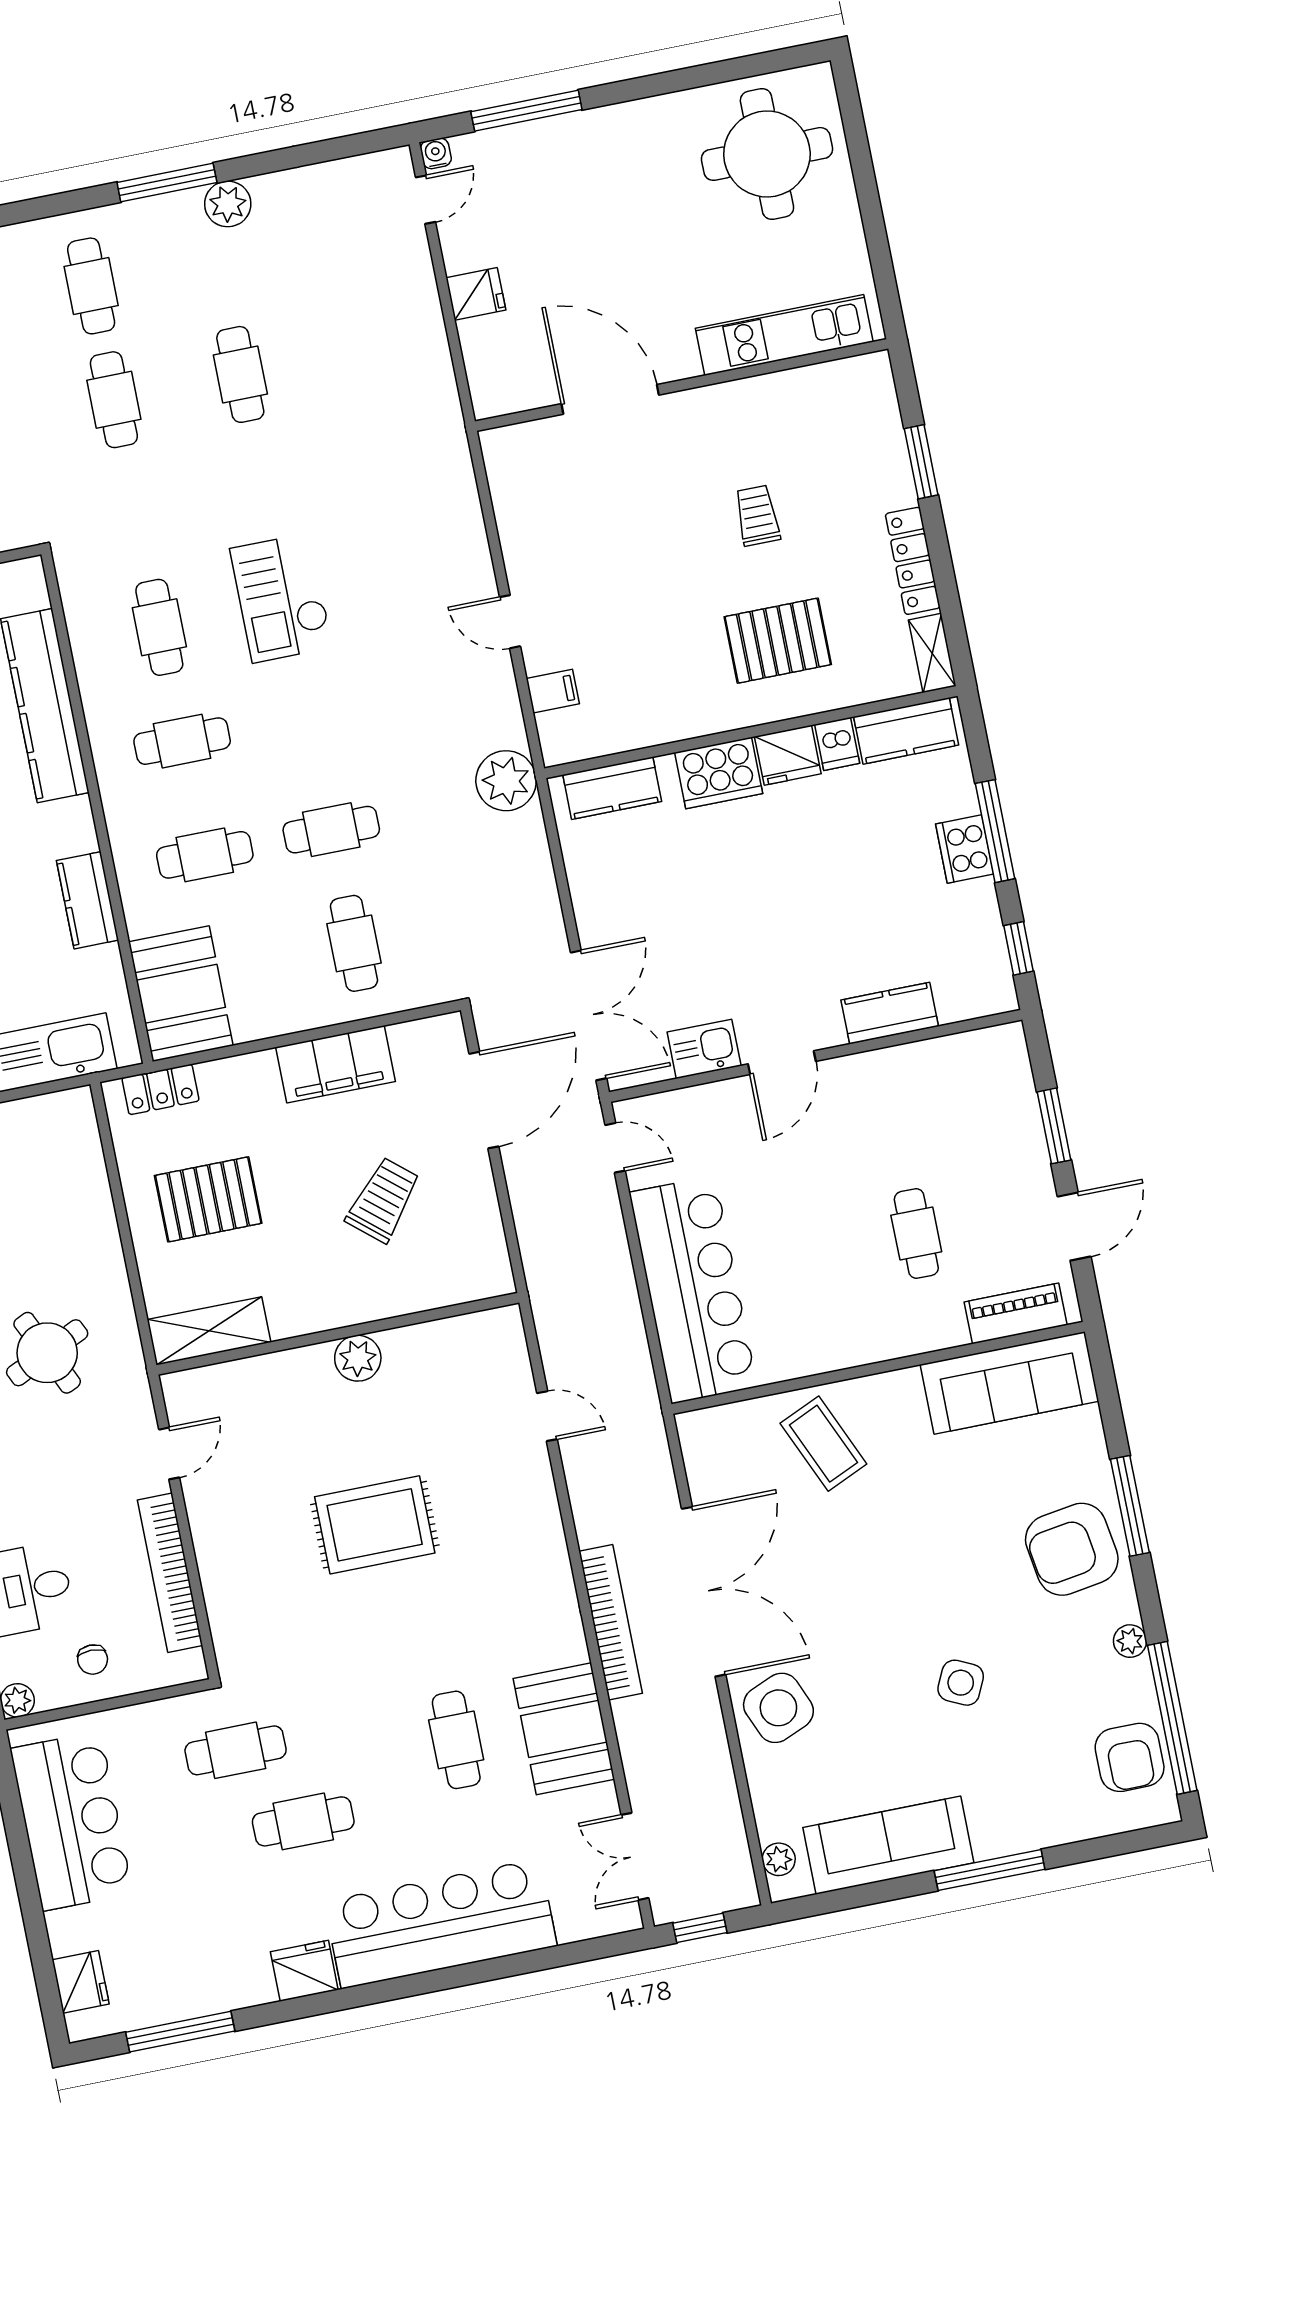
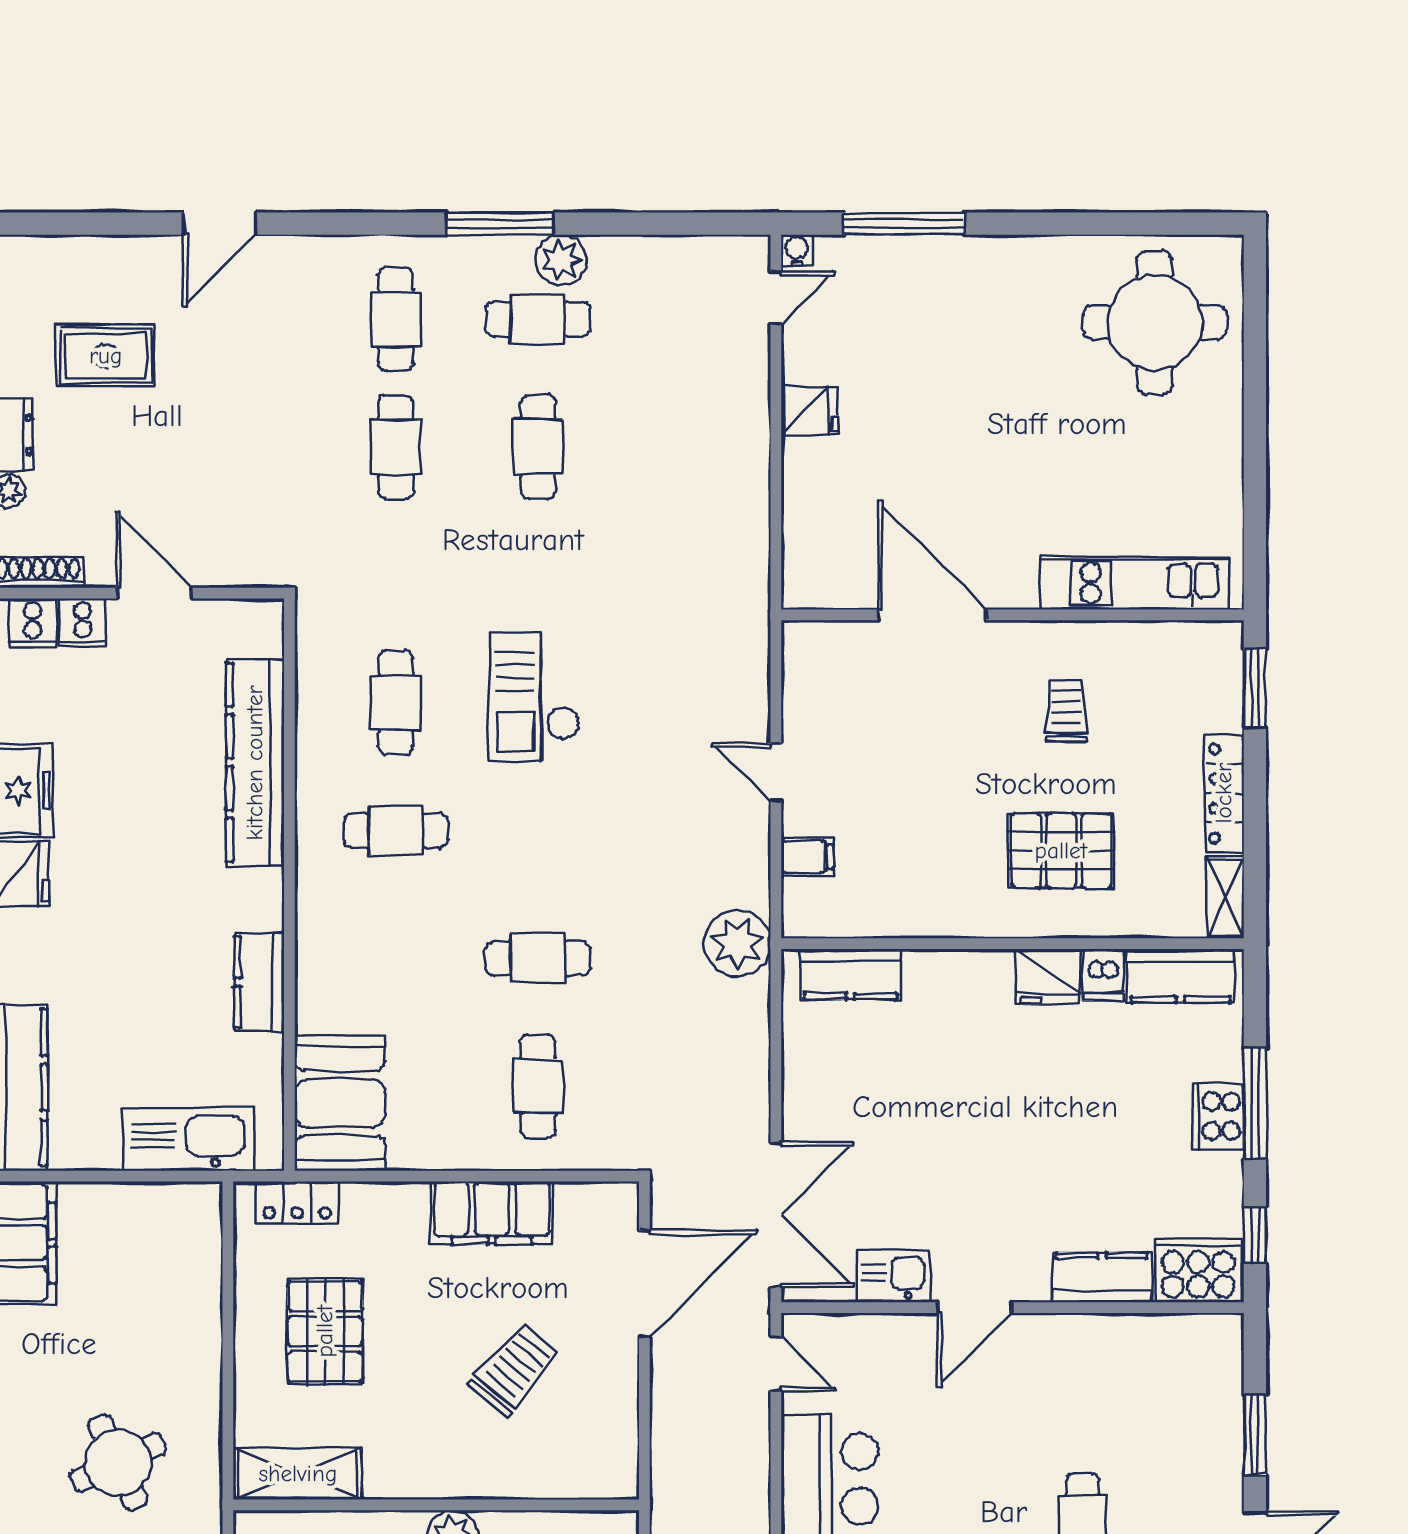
kitchen unit: (784, 335) -> (1134, 583), moved
wall: (682, 385) -> (1013, 615), moved
door: (610, 399) -> (932, 615), moved
cooker: (719, 773) -> (1198, 1270), moved, turned 180
cafe table: (205, 855) -> (538, 319), moved
pallet: (208, 1199) -> (325, 1331), turned 90

